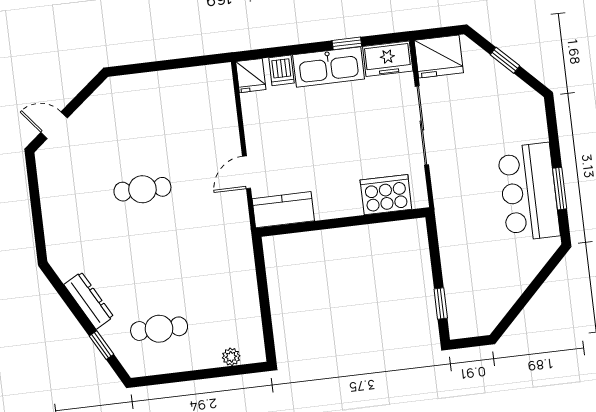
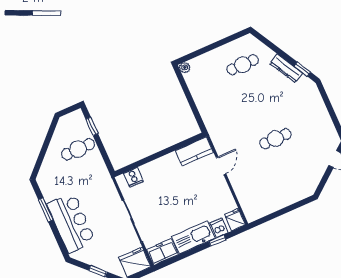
window: (347, 43) -> (217, 240), moved
bar counter: (529, 192) -> (71, 223), moved
cooker: (386, 195) -> (134, 177), width x0.53, depth x0.76
cafe table: (475, 273) -> (78, 149), added
window: (101, 345) -> (302, 69), moved
plant: (231, 357) -> (185, 67), moved

